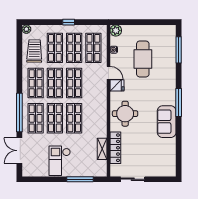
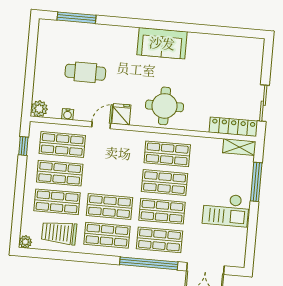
window: (69, 22) -> (23, 146), moved
cafe table: (143, 59) -> (85, 72), width x0.73, depth x0.74
shop shelf: (74, 83) -> (167, 154), moved
window: (179, 103) -> (155, 25), removed
sofa: (167, 122) -> (162, 43), moved
locker: (115, 148) -> (233, 127), moved
shelving: (102, 149) -> (239, 147), moved

